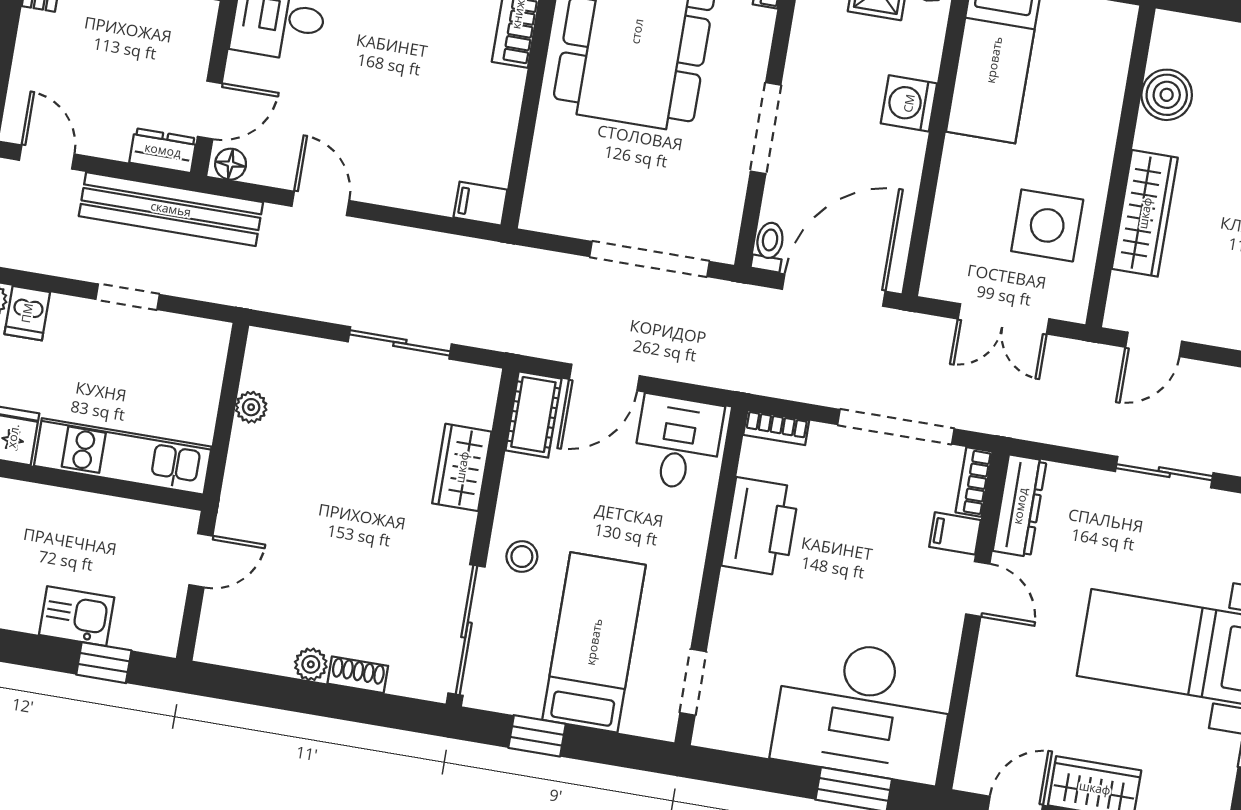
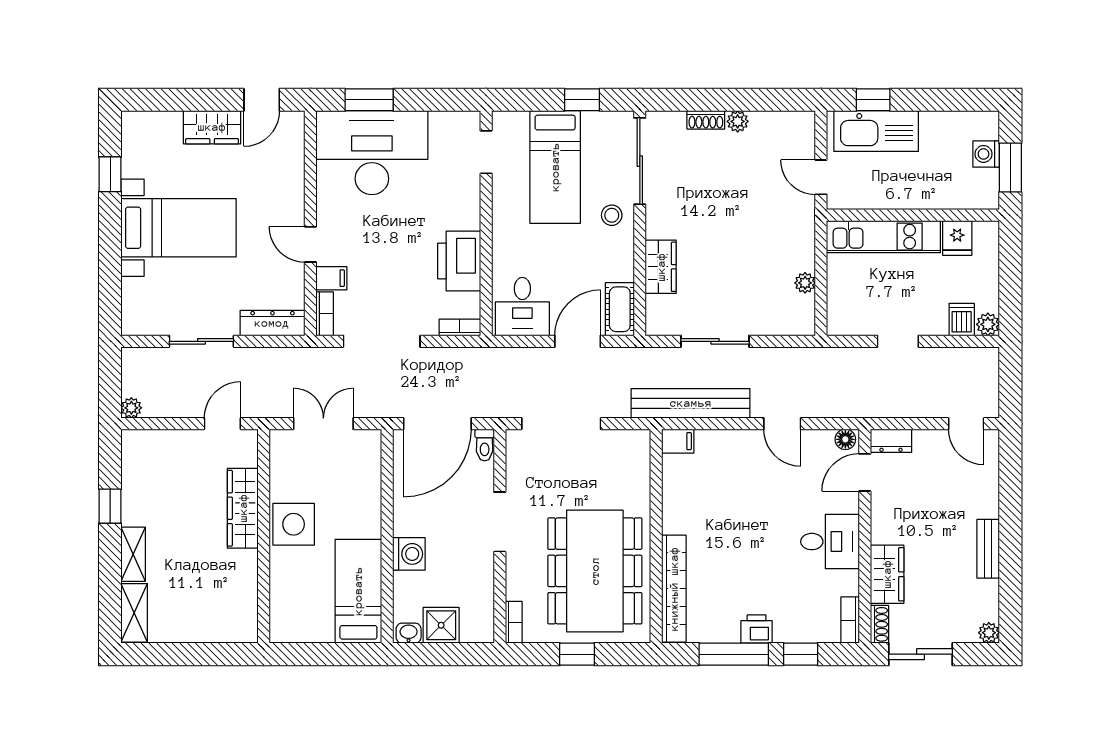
boiler: (1167, 95) -> (242, 588), removed
bench: (171, 209) -> (691, 403), moved
side table: (1047, 225) -> (294, 524), moved
dresser: (1020, 506) -> (272, 323), moved, turned 90
door: (201, 560) -> (821, 177), hinge flipped
kitchen sink: (77, 616) -> (876, 131), width x1.88, depth x1.24

